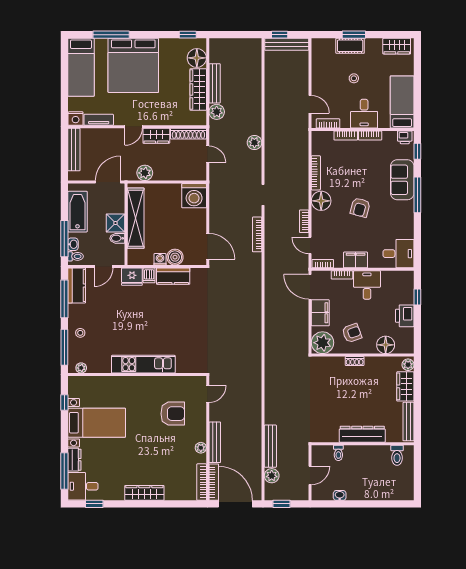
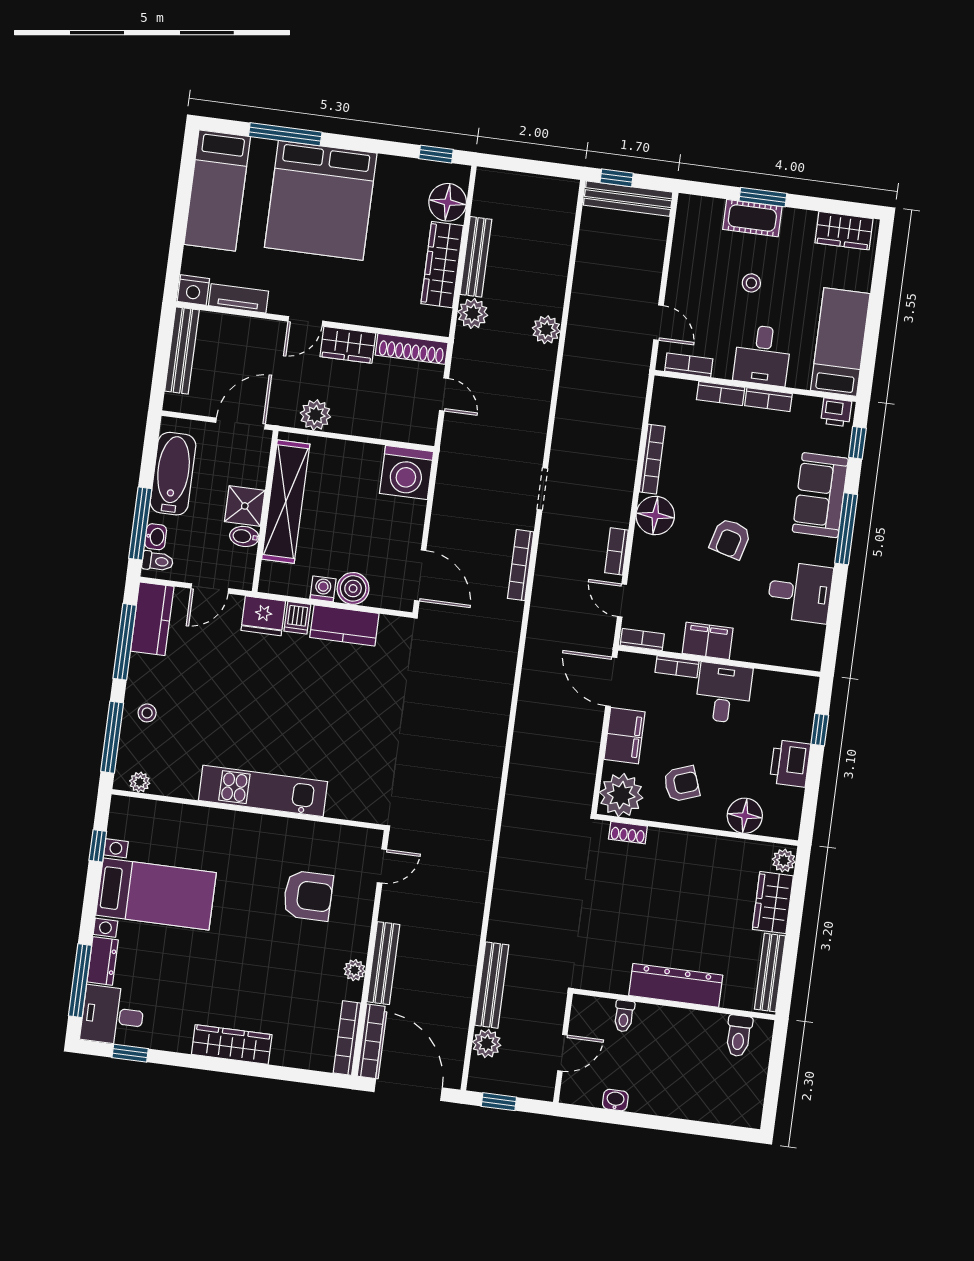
plant: (254, 143) -> (546, 330), moved
desk: (398, 254) -> (800, 592), moved
shoe rack: (355, 361) -> (628, 833), moved

